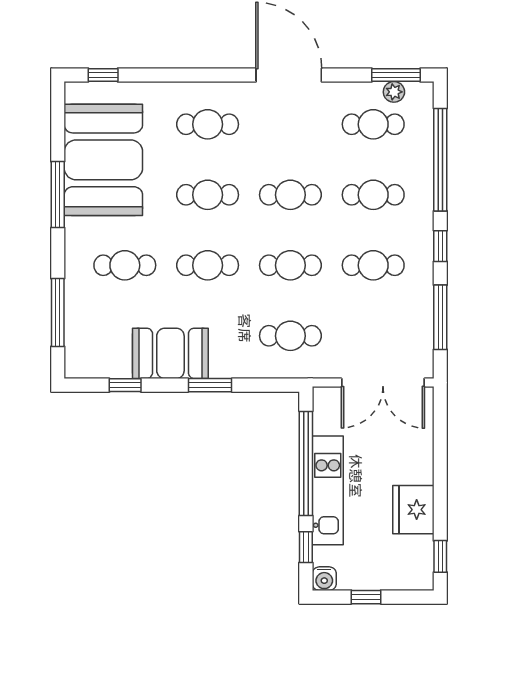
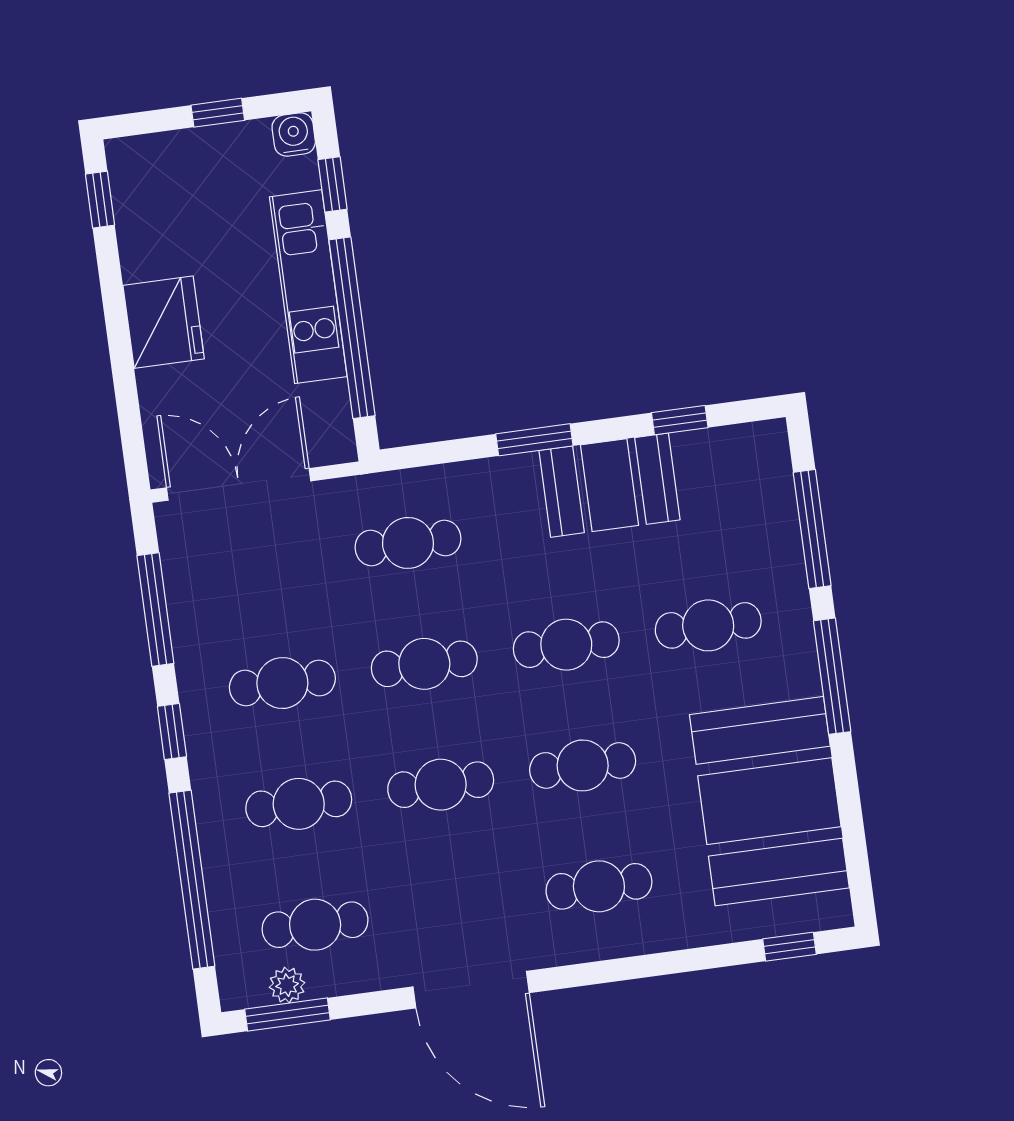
window: (58, 195) -> (832, 676), moved
fridge: (413, 510) -> (164, 322), moved

